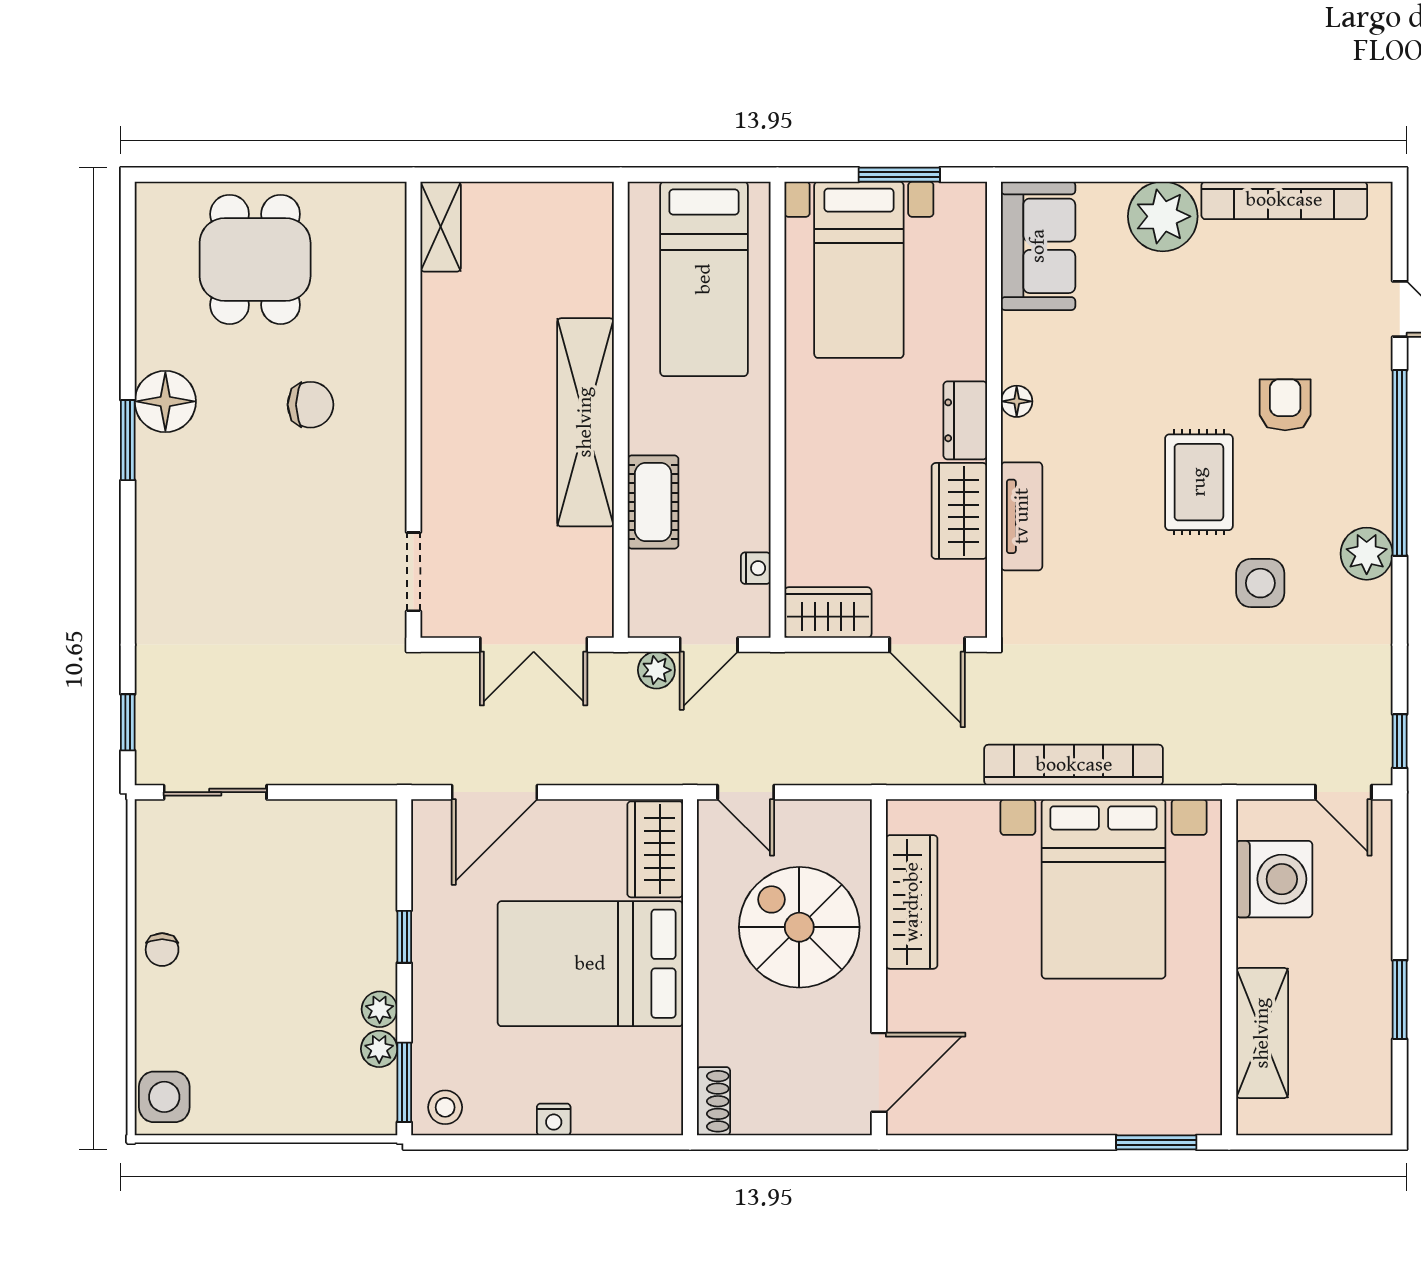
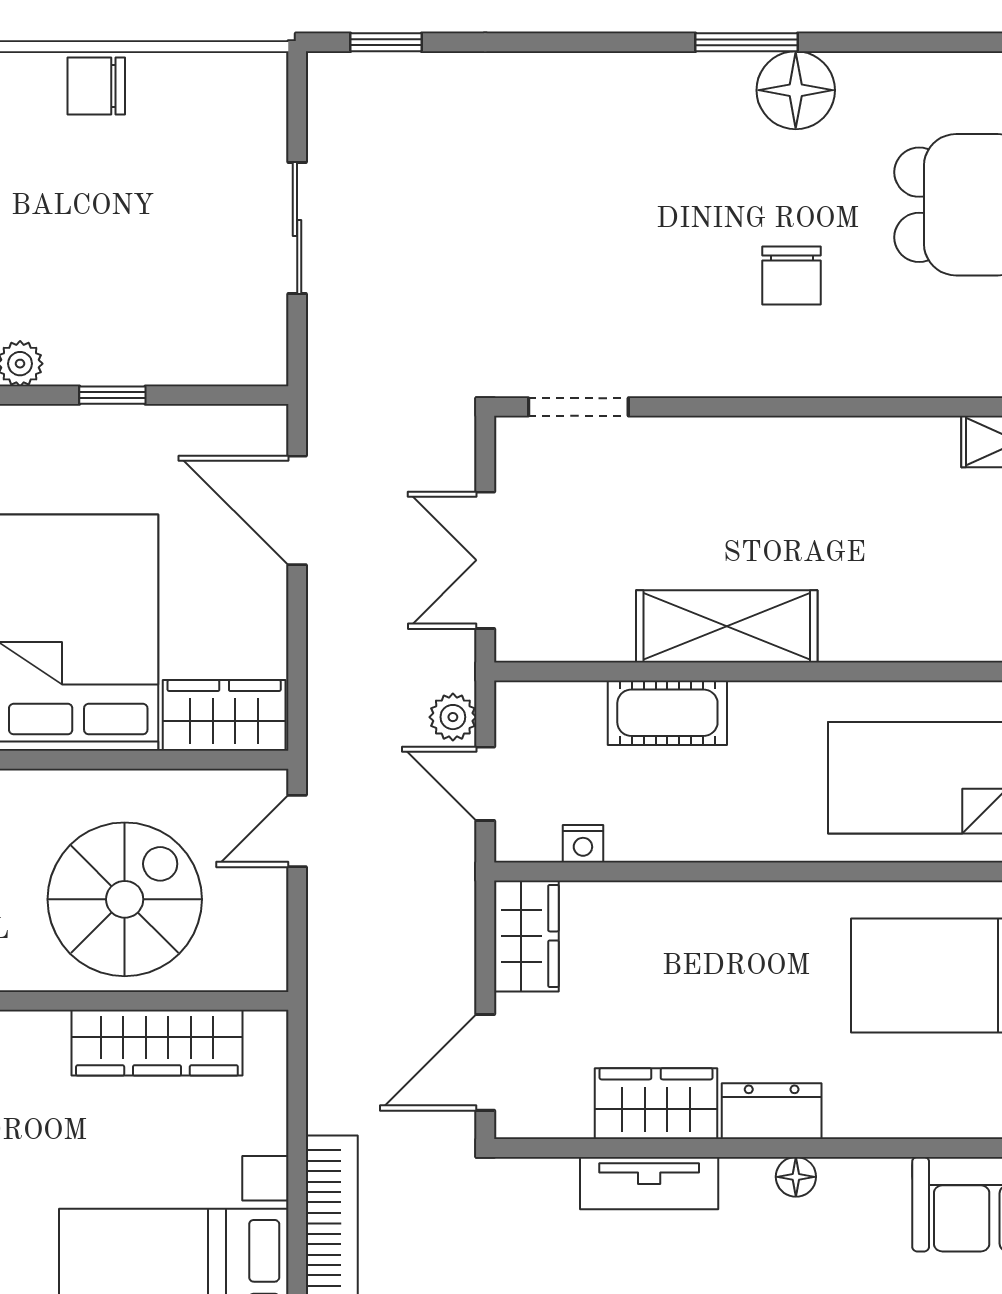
shelving: (585, 422) -> (727, 626), width x0.68
sliding door: (215, 792) -> (297, 228), moved
chair: (162, 950) -> (96, 86), width x1.37, depth x1.37

